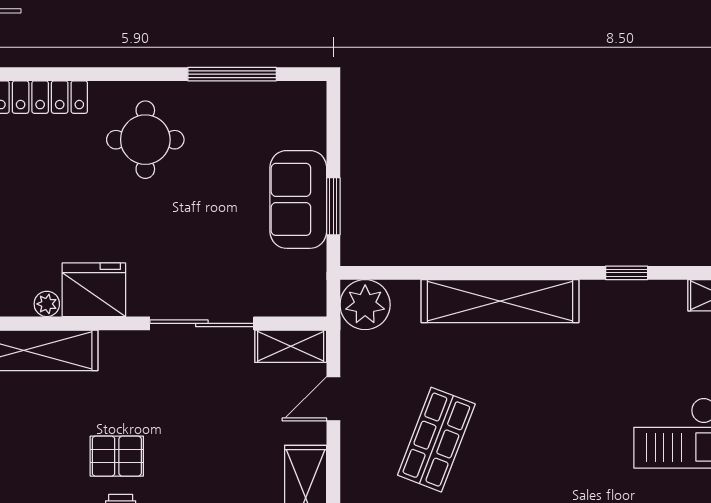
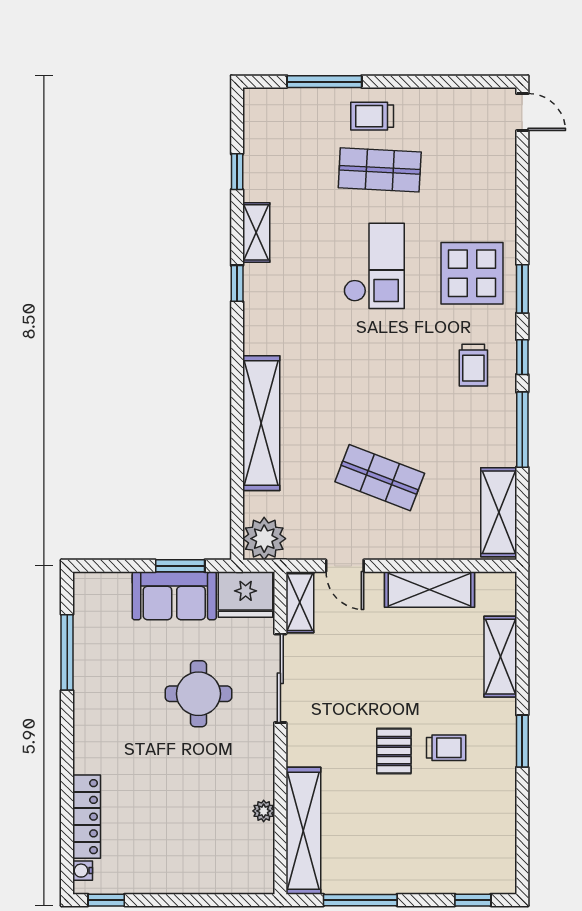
round table: (145, 140) -> (198, 694), moved
window: (627, 273) -> (237, 283), moved
fridge: (94, 290) -> (246, 594), moved, turned -90

